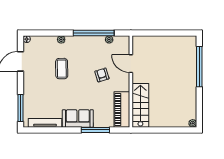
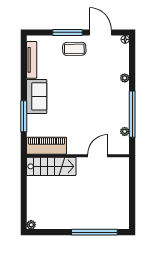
coffee table: (62, 69) -> (74, 49), moved
armchair: (102, 75) -> (85, 123), removed
window: (20, 108) -> (68, 32), moved

